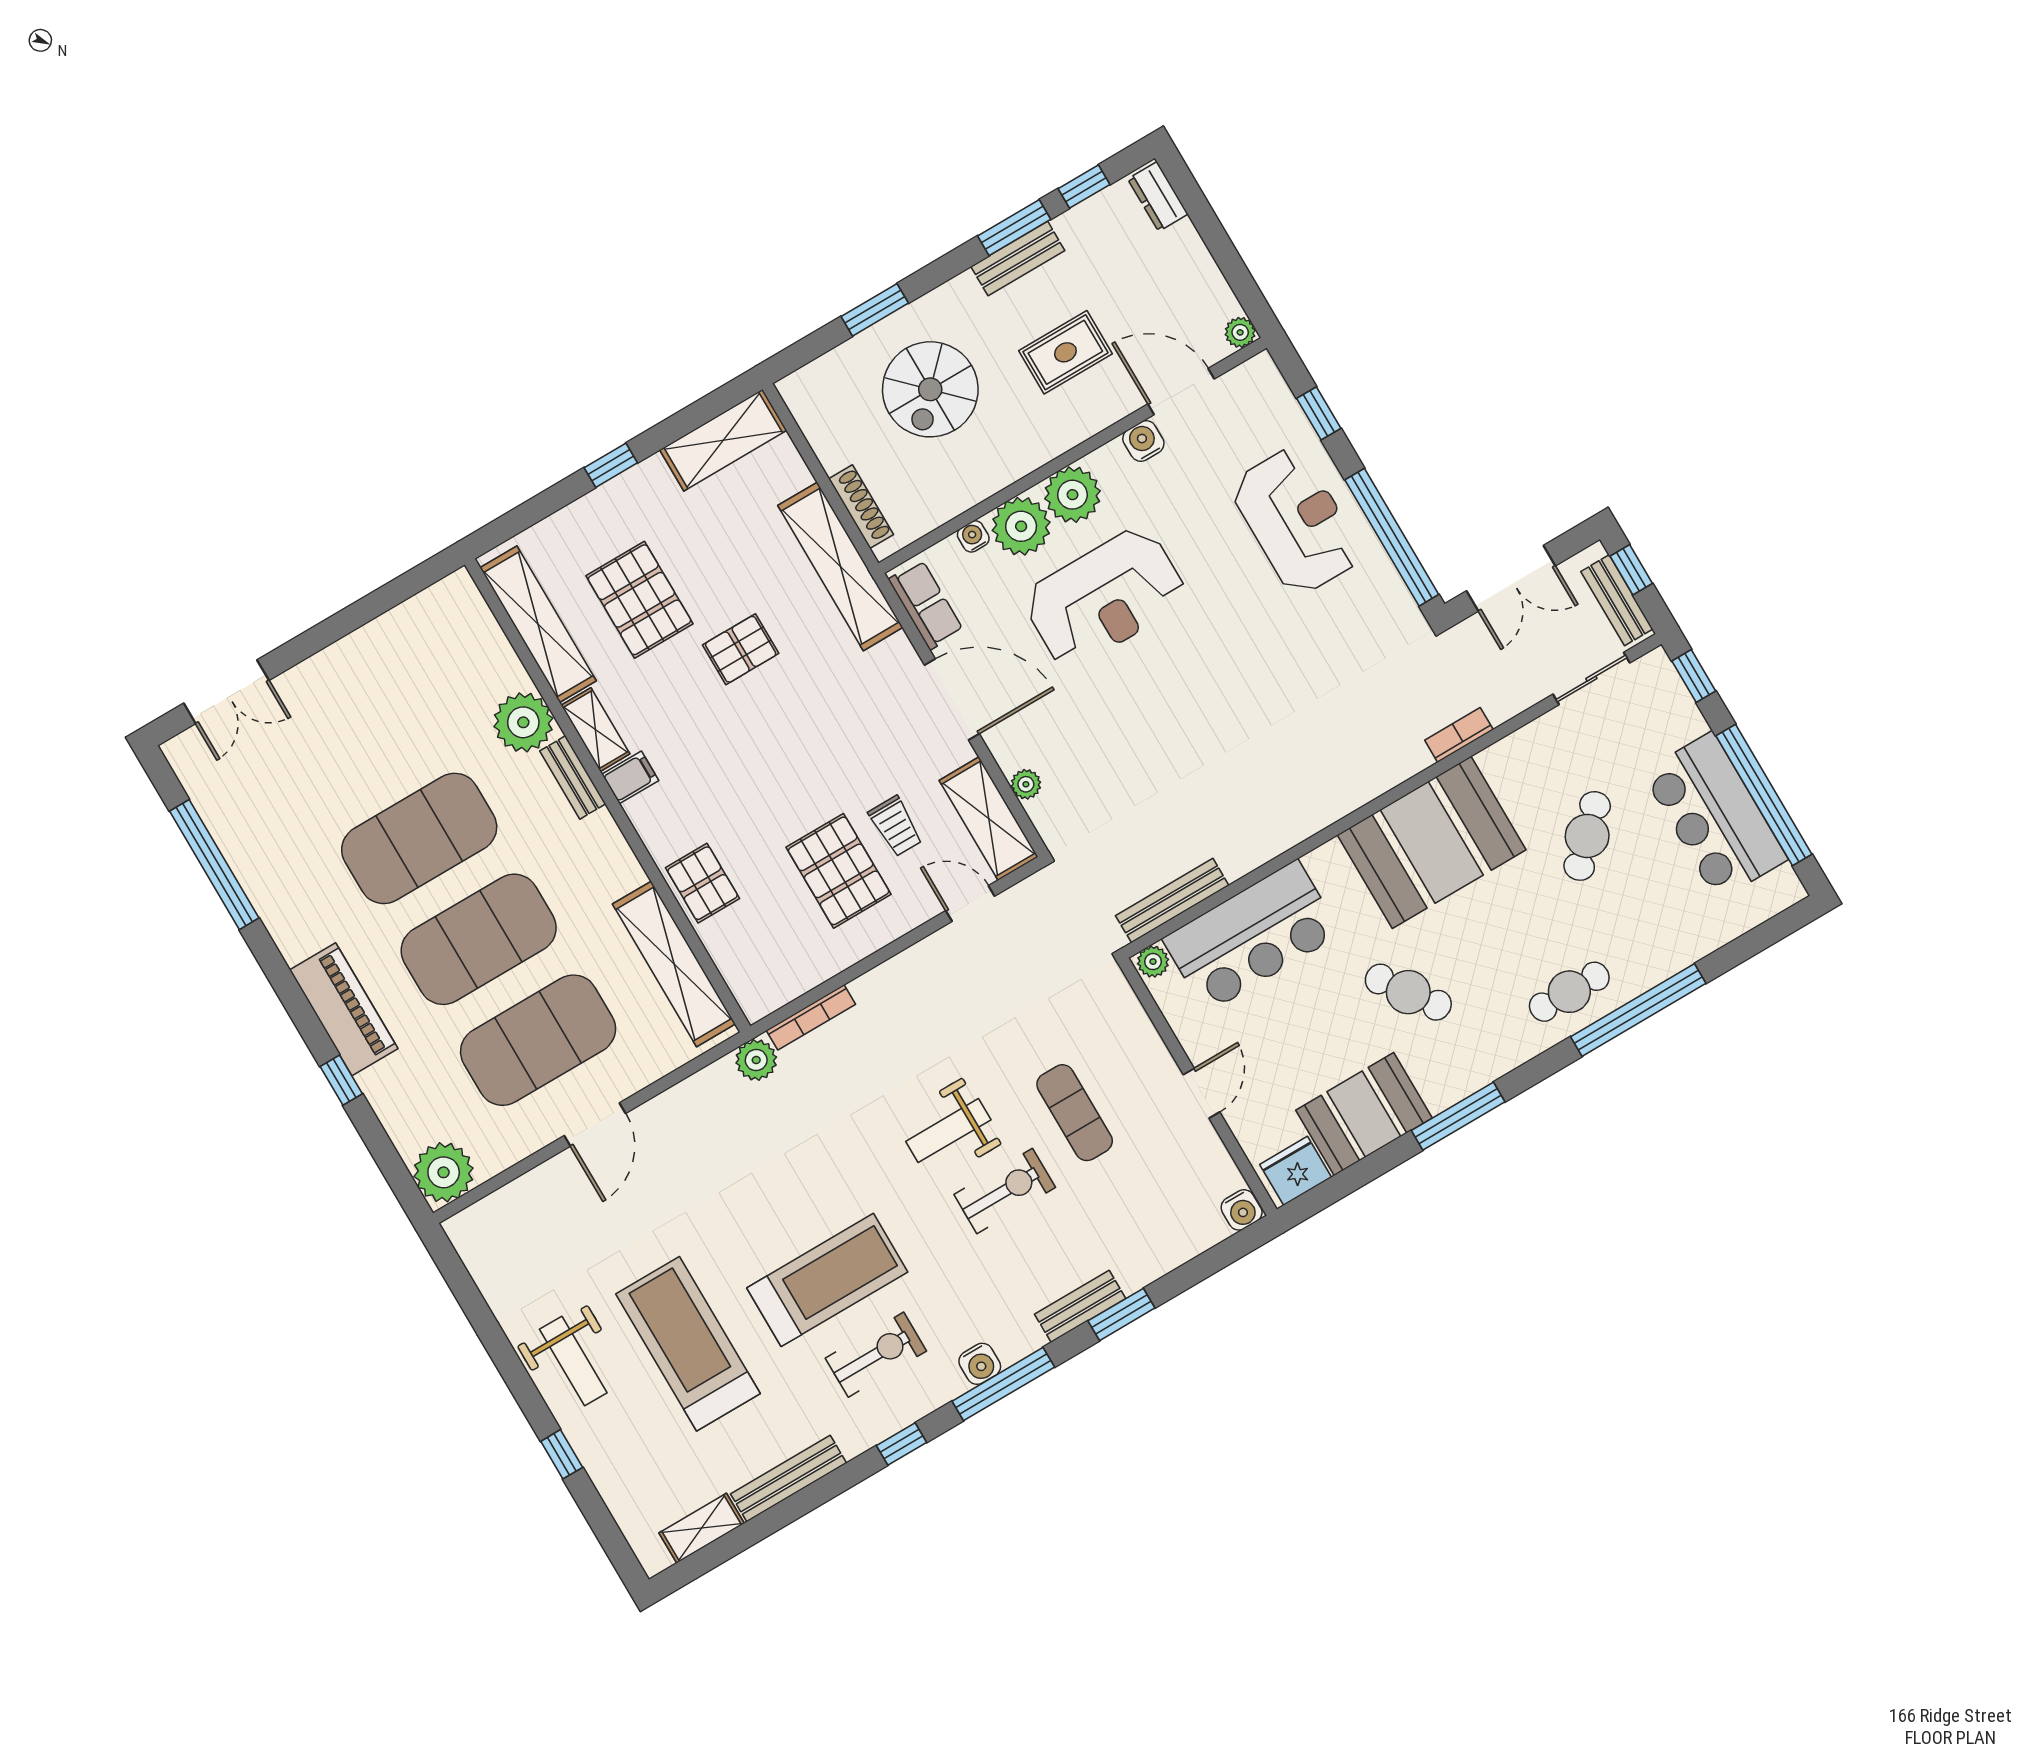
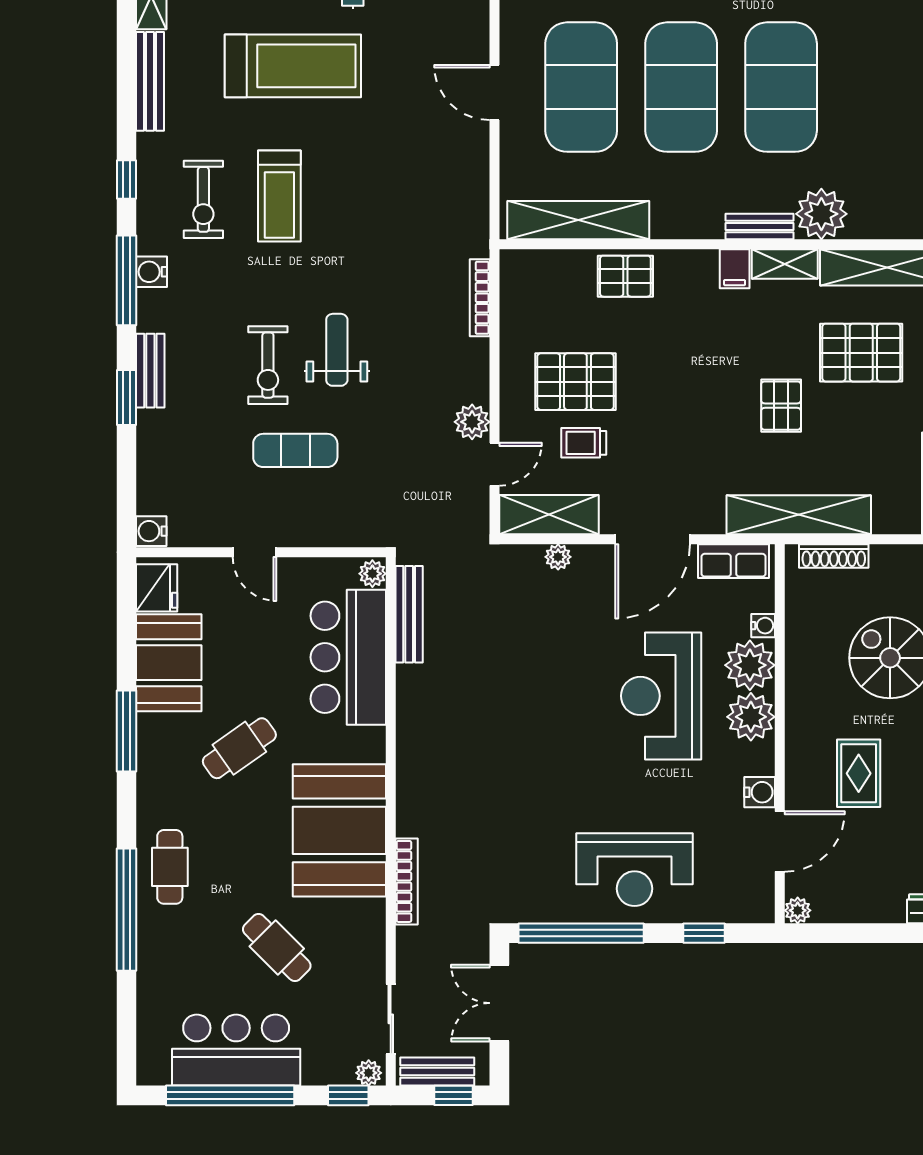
plant: (1659, 669) -> (369, 1073), added
bookcase: (1459, 735) -> (407, 881), width x1.56
plant: (756, 1060) -> (472, 422), moved
treadmill: (827, 1280) -> (279, 196), width x0.73, depth x0.73

